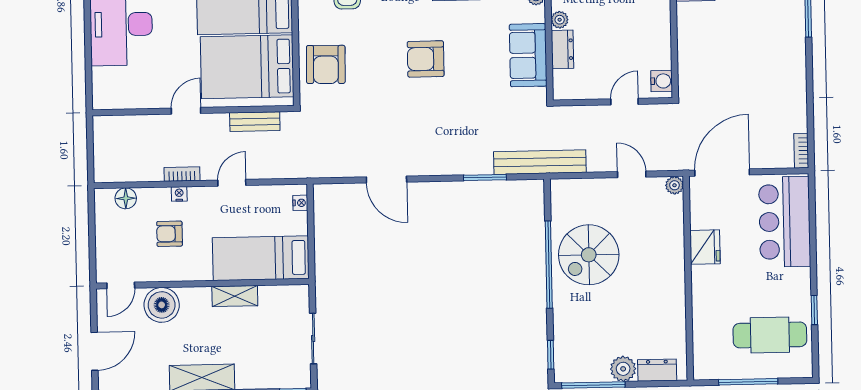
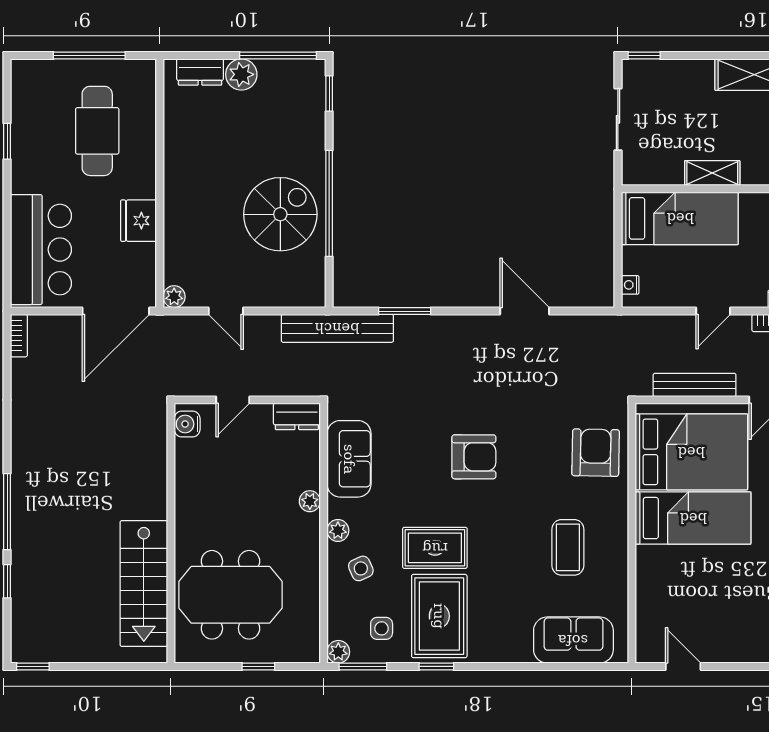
dresser: (562, 49) -> (297, 416), moved, turned -90
bench: (255, 122) -> (695, 385), width x1.36
cafe table: (770, 335) -> (97, 131), moved, turned 90

